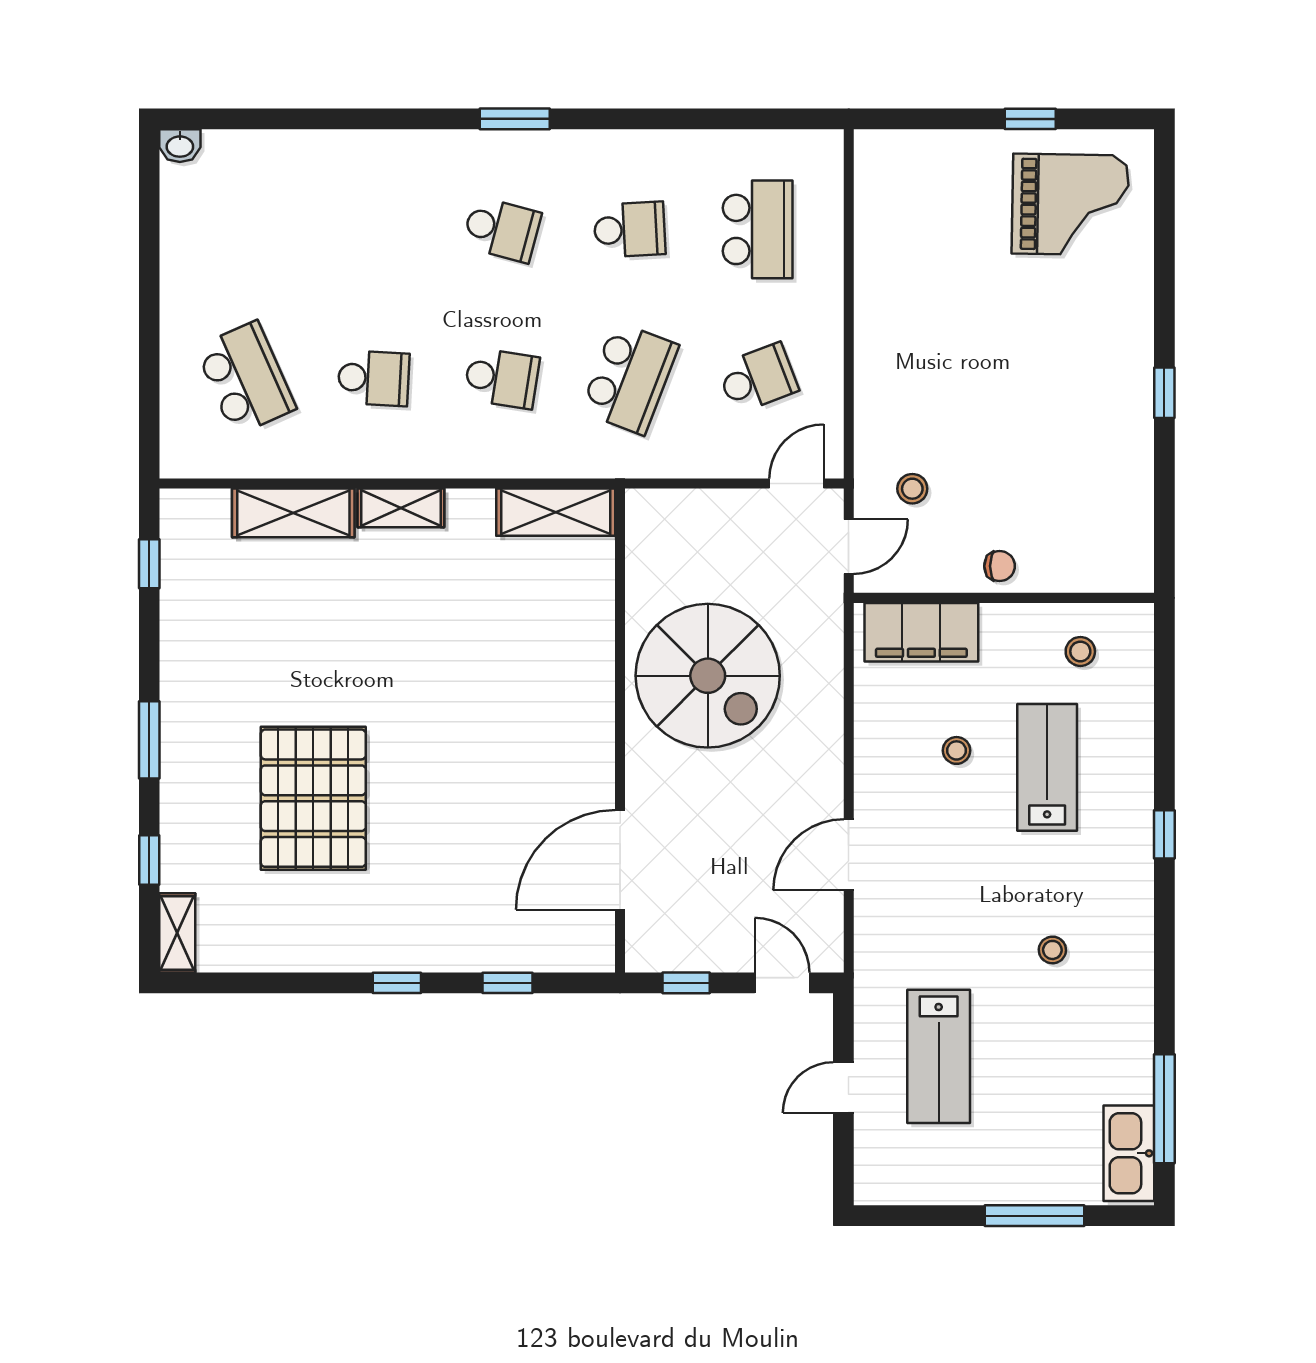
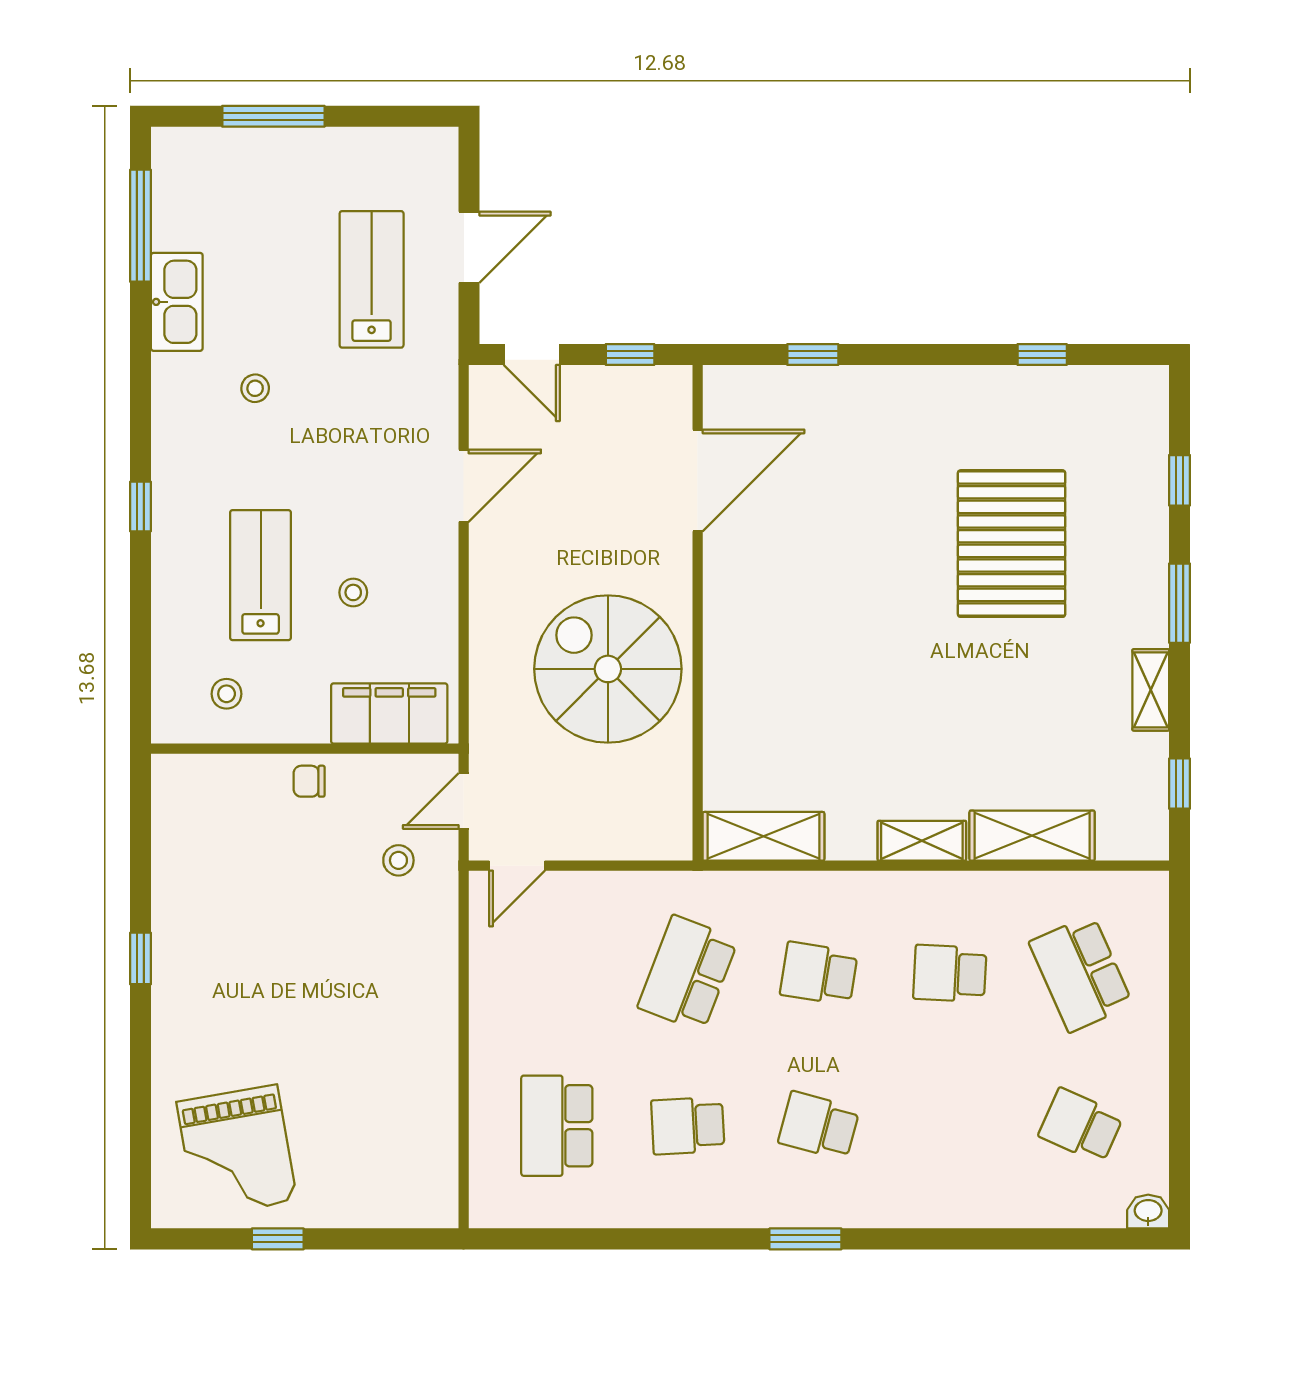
grand piano: (1070, 205) -> (237, 1151), turned -101
school desk: (758, 378) -> (1081, 1126), moved, turned 45
lab bench: (1047, 767) -> (261, 575), turned 180
shelving: (177, 933) -> (1151, 690), moved
window: (397, 983) -> (1042, 355), moved
door: (843, 1088) -> (469, 247), width x1.38
kitchen sink: (1129, 1153) -> (177, 302), moved

